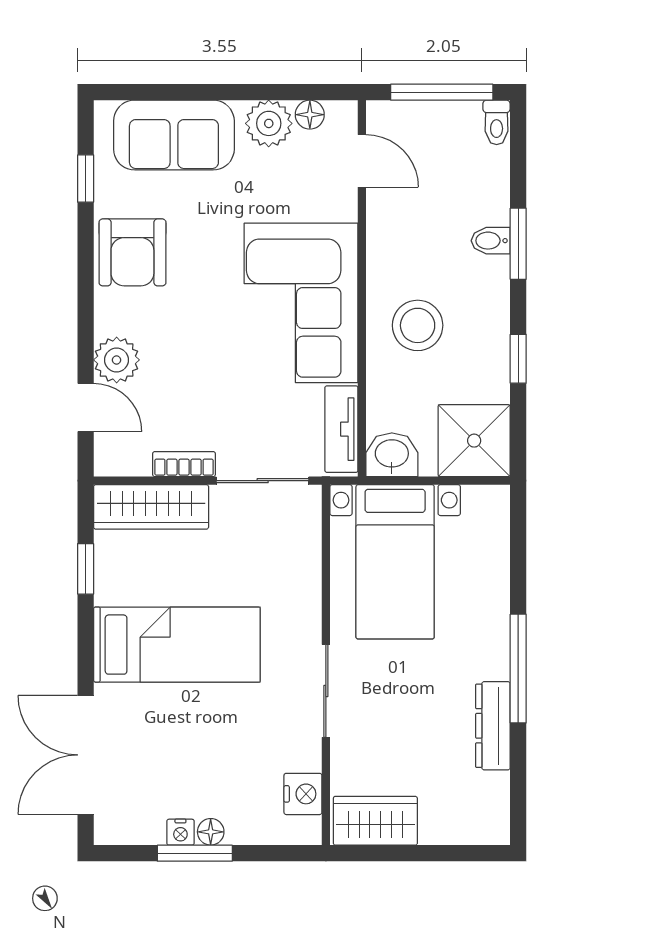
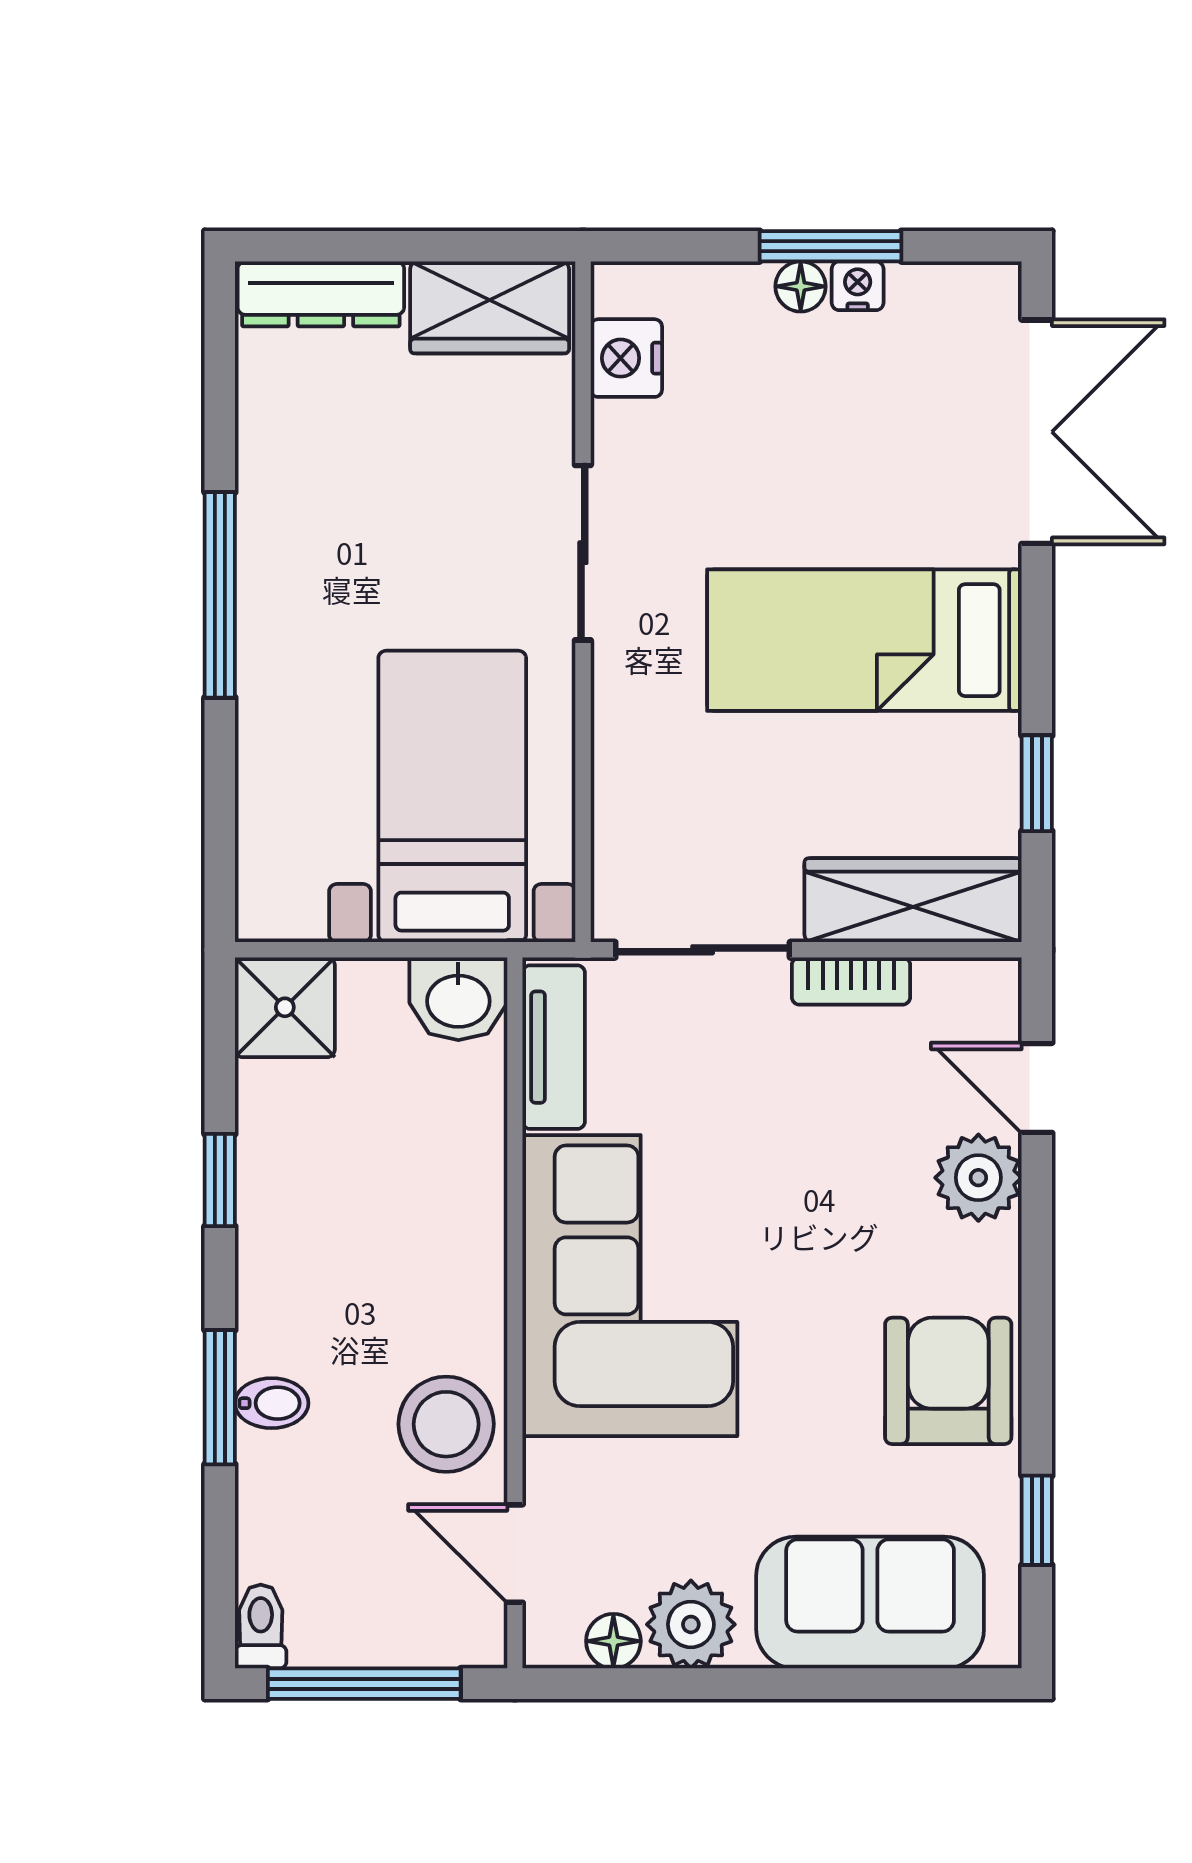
stool: (418, 325) -> (446, 1424), moved
shower: (474, 441) -> (285, 1007), width x0.73, depth x0.73
dresser: (493, 726) -> (321, 294), moved, turned 90

